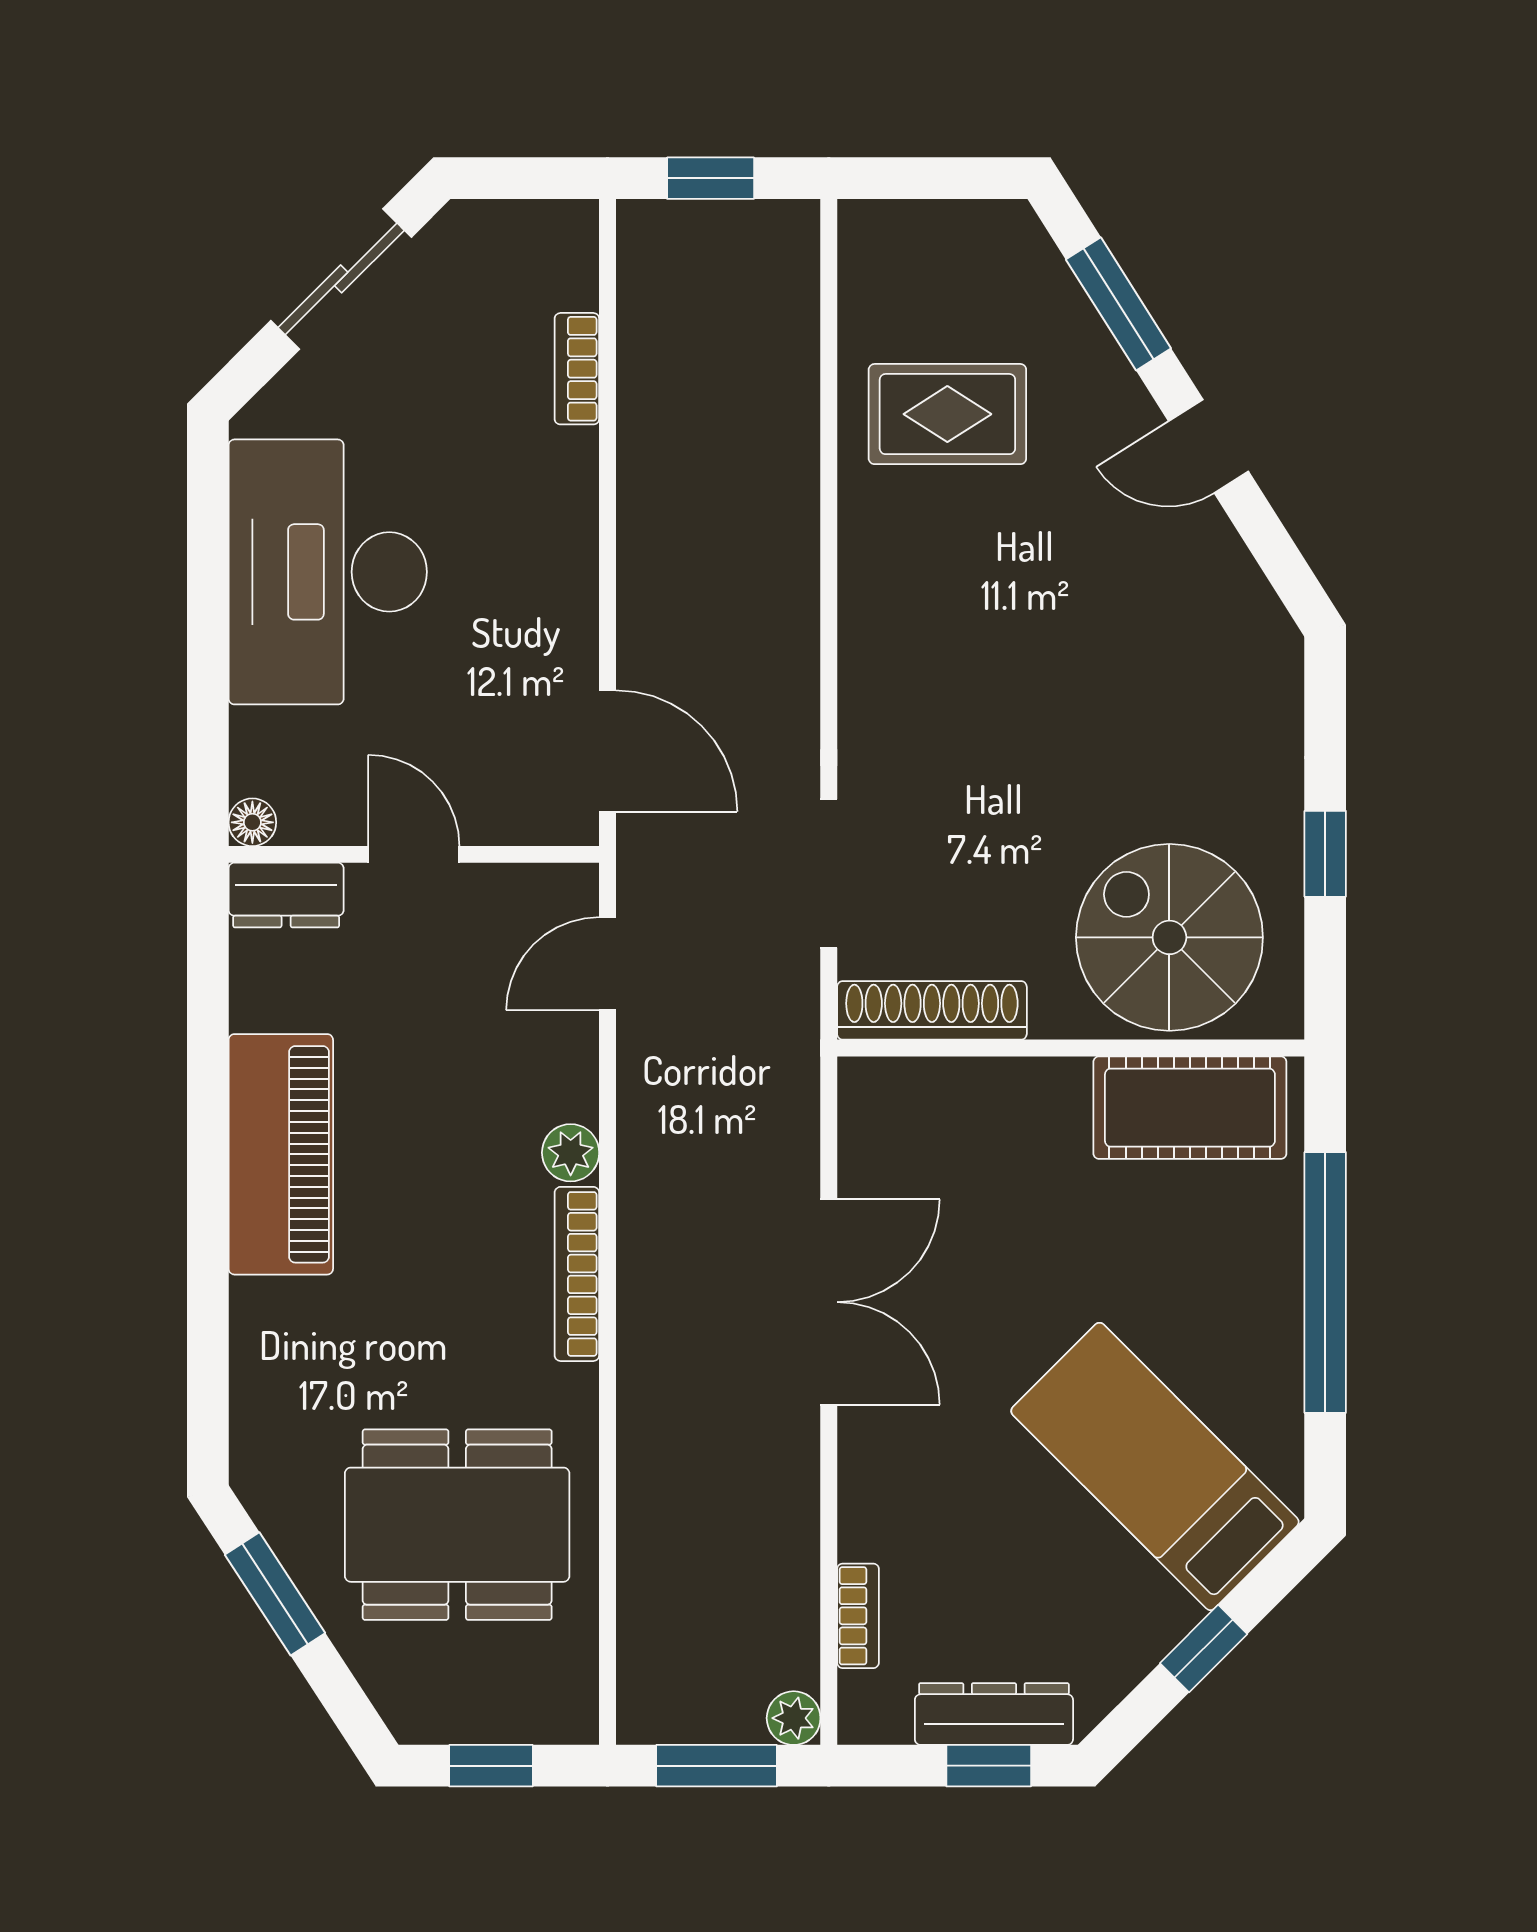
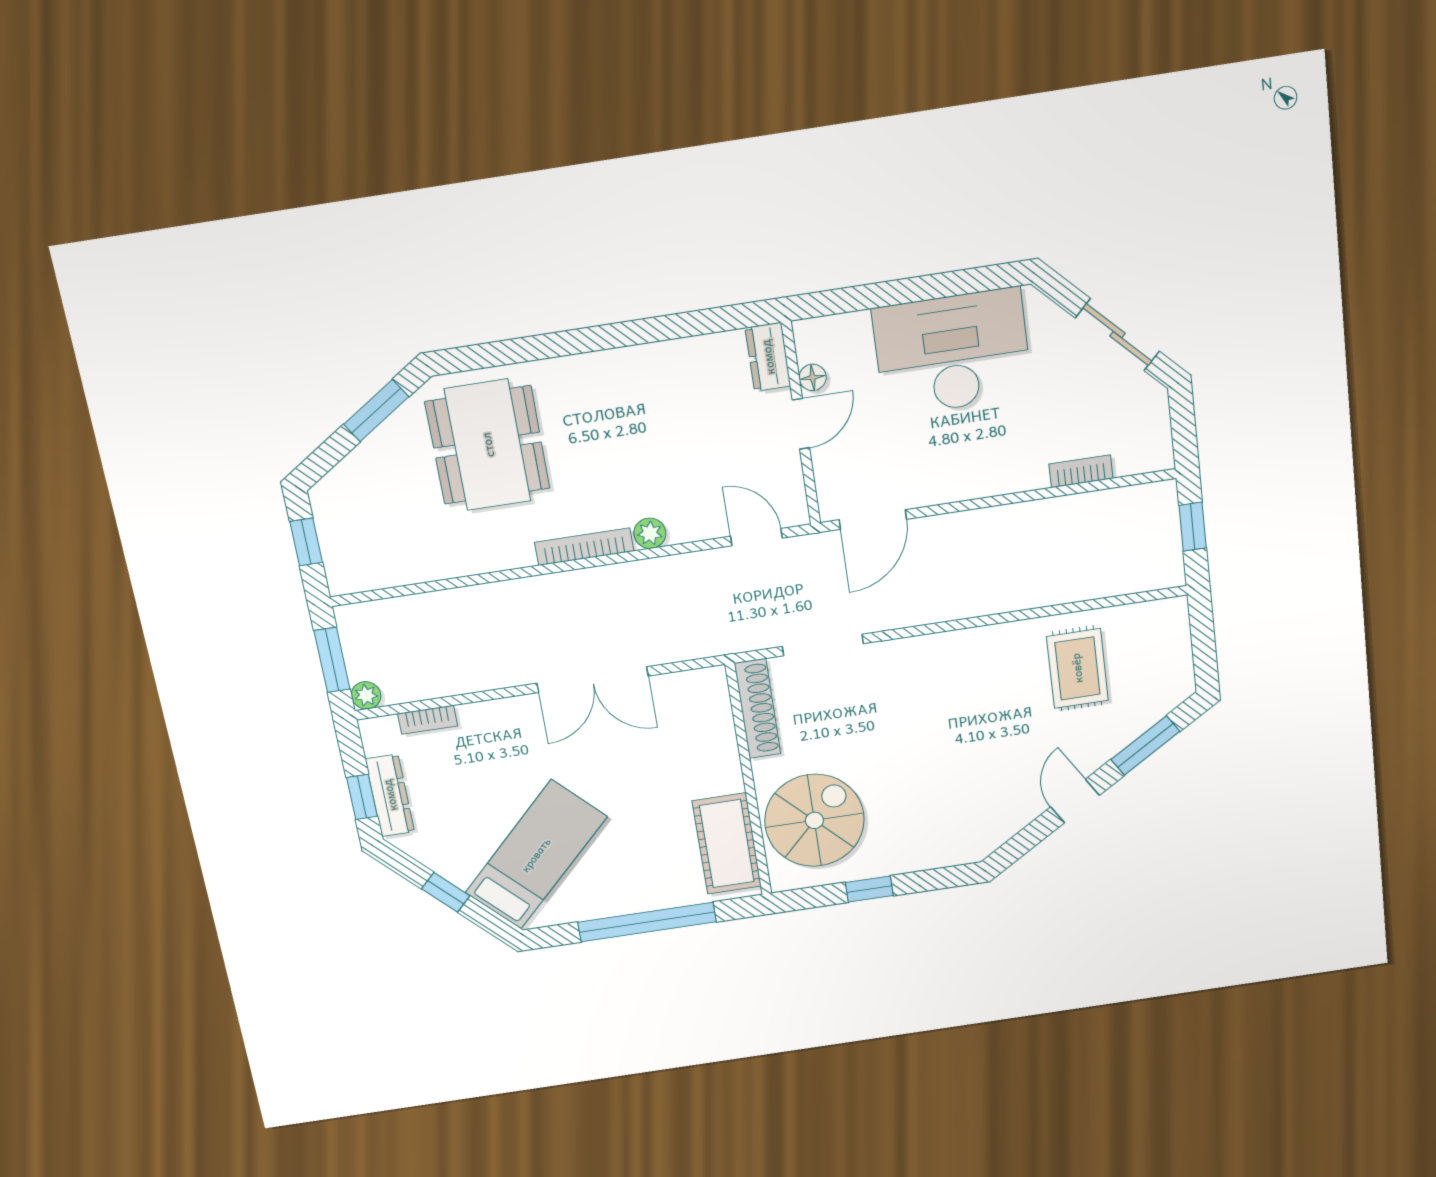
floor lamp: (252, 822) -> (813, 377), moved
piano: (281, 1154) -> (622, 376), removed
dining table: (457, 1525) -> (488, 445), moved

